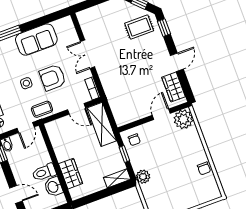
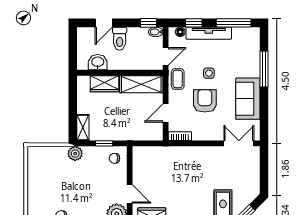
double door: (87, 54) -> (239, 143), moved
shelving: (102, 124) -> (141, 84), moved
door: (26, 128) -> (166, 56), swing flipped
toilet: (44, 172) -> (120, 39), moved, turned 180

